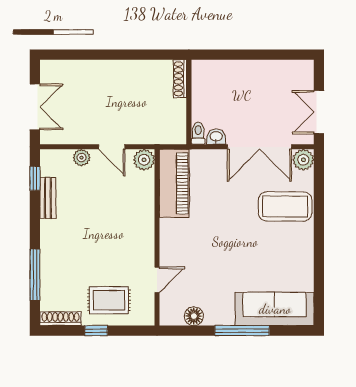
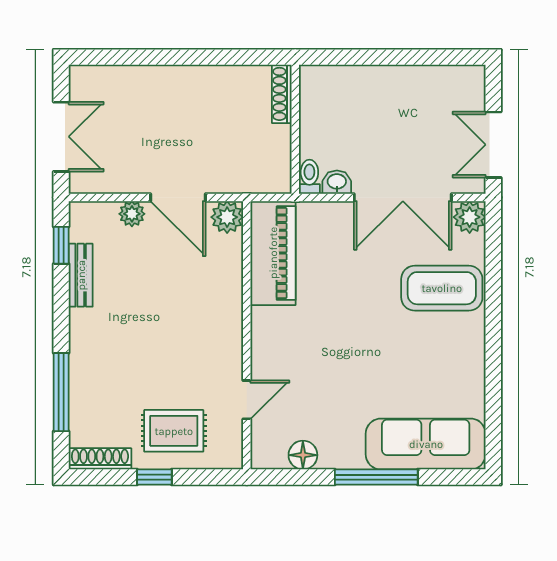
door: (112, 147) -> (178, 197), width x1.38

